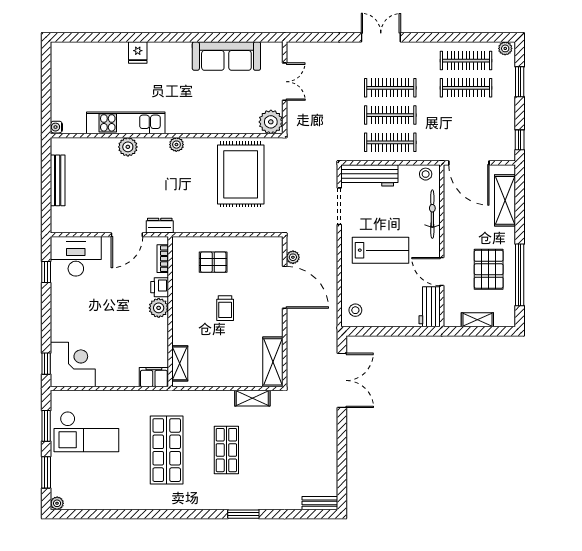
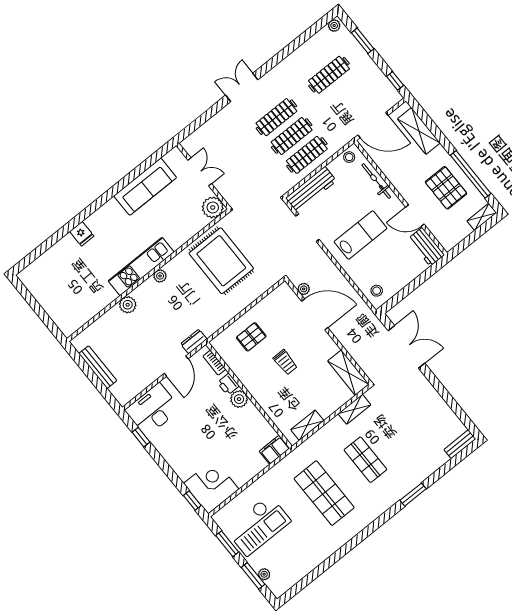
clothes rail: (466, 61) -> (314, 56), removed
kitchen unit: (126, 123) -> (141, 266), moved
water cooler: (56, 127) -> (67, 331), removed
shelving: (477, 320) -> (482, 217), moved
shelving: (180, 363) -> (307, 425), moved, turned 90
plant: (57, 503) -> (264, 574), moved

